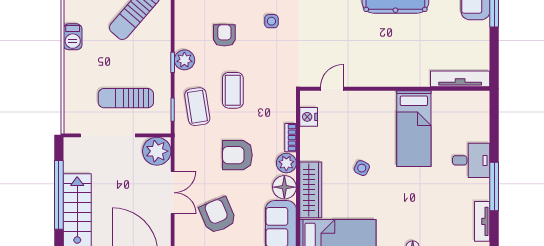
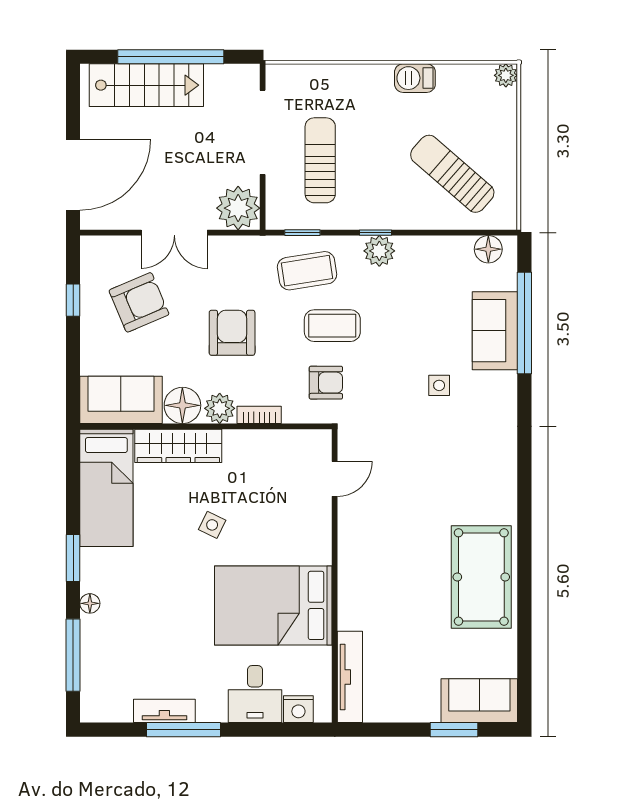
armchair: (224, 35) -> (326, 383), moved
door: (332, 89) -> (335, 479), hinge flipped
nightstand: (309, 117) -> (298, 709), moved, turned 180
bed: (414, 129) -> (273, 605), width x1.50
desk: (471, 160) -> (255, 694), moved
tv unit: (482, 221) -> (164, 711), moved

